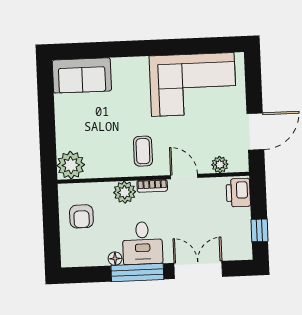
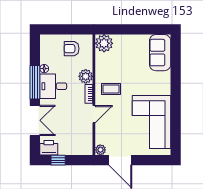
plant: (220, 165) -> (100, 150), moved
printer: (238, 193) -> (49, 148), moved

